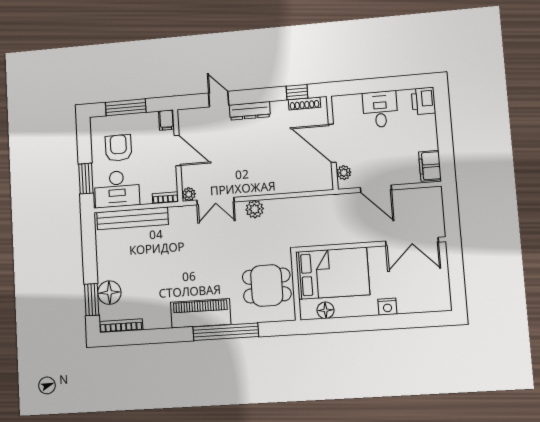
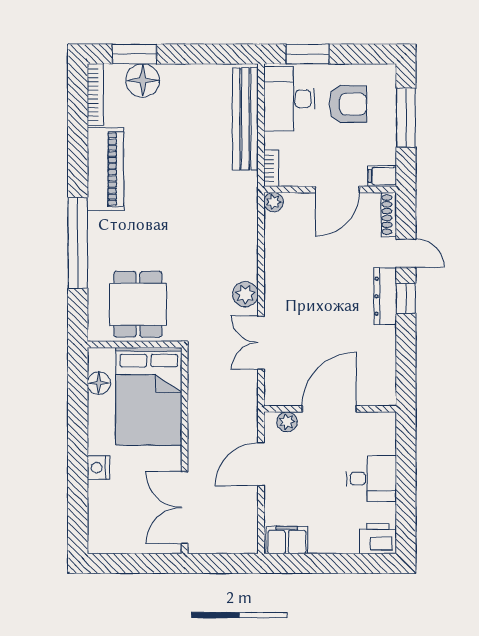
window: (297, 92) -> (406, 298), moved
door: (219, 99) -> (406, 253), hinge flipped
shoe rack: (304, 103) -> (389, 215), moved
double door: (215, 201) -> (261, 343), moved
piano: (201, 313) -> (105, 169), moved

